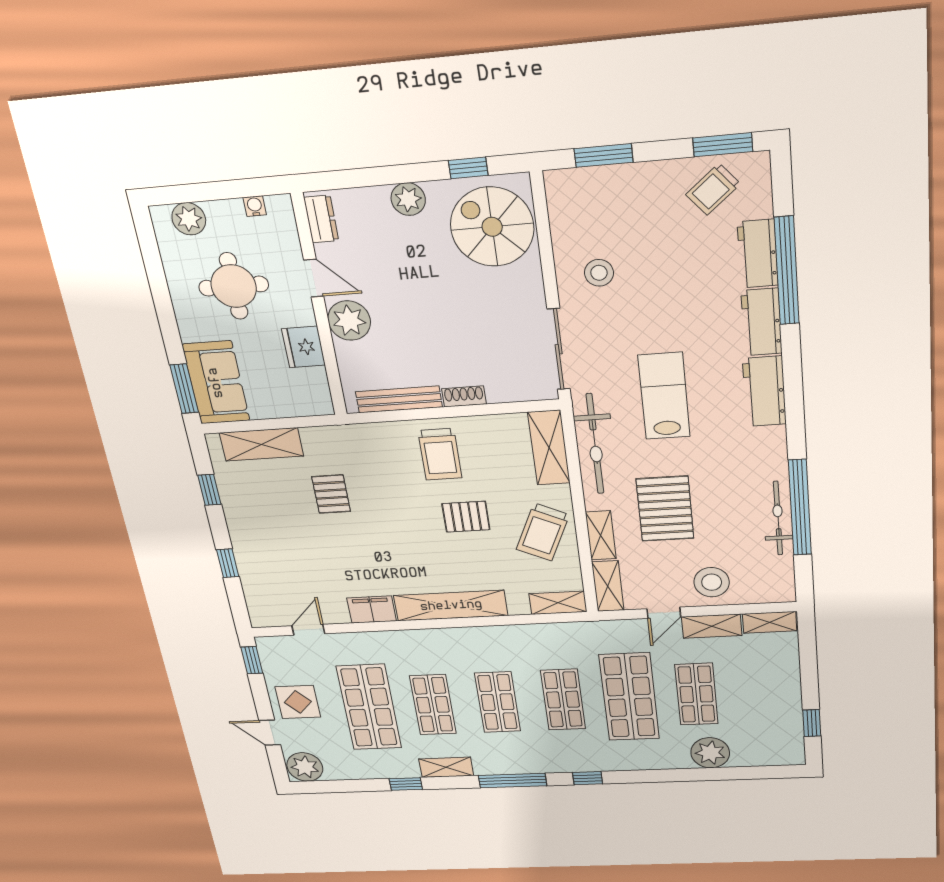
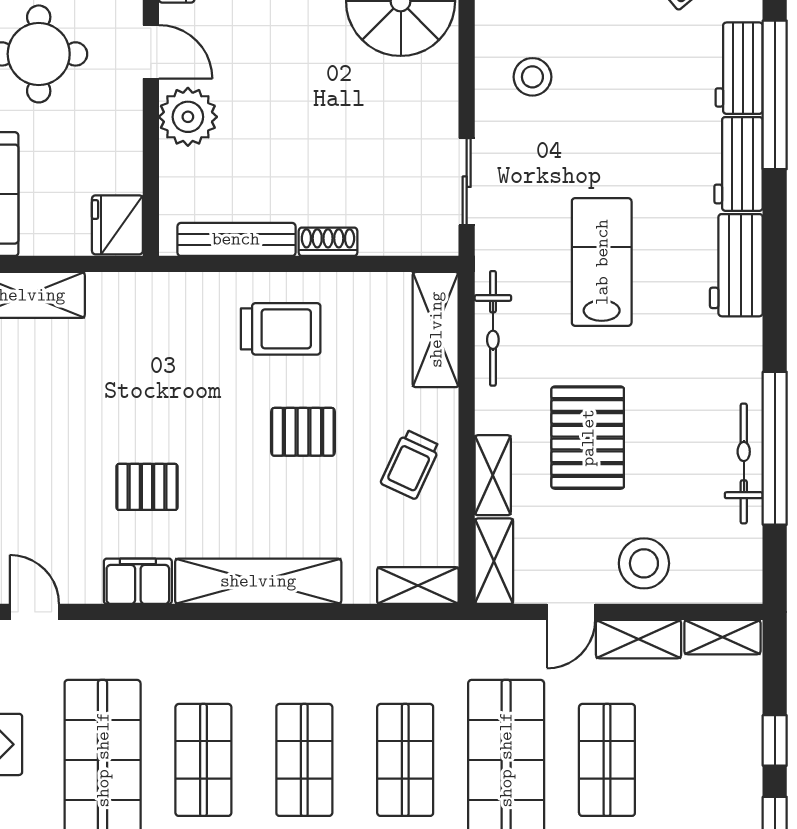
fridge: (304, 347) -> (117, 225), moved
sliding door: (559, 349) -> (467, 182), width x0.73
bicycle: (595, 444) -> (493, 328), width x0.73, depth x0.71
trolley: (440, 454) -> (281, 329), turned -90
pallet: (331, 494) -> (147, 487), moved, turned 90
trolley: (543, 532) -> (410, 464), width x0.73, depth x0.72
door: (308, 630) -> (34, 612), hinge flipped
window: (809, 679) -> (775, 740), added

